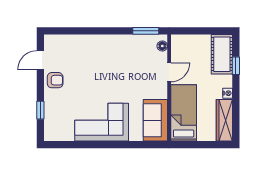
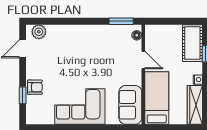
plant: (58, 42) -> (39, 32), added
door: (169, 72) -> (143, 60), hinge flipped
armchair: (55, 80) -> (35, 87), moved

